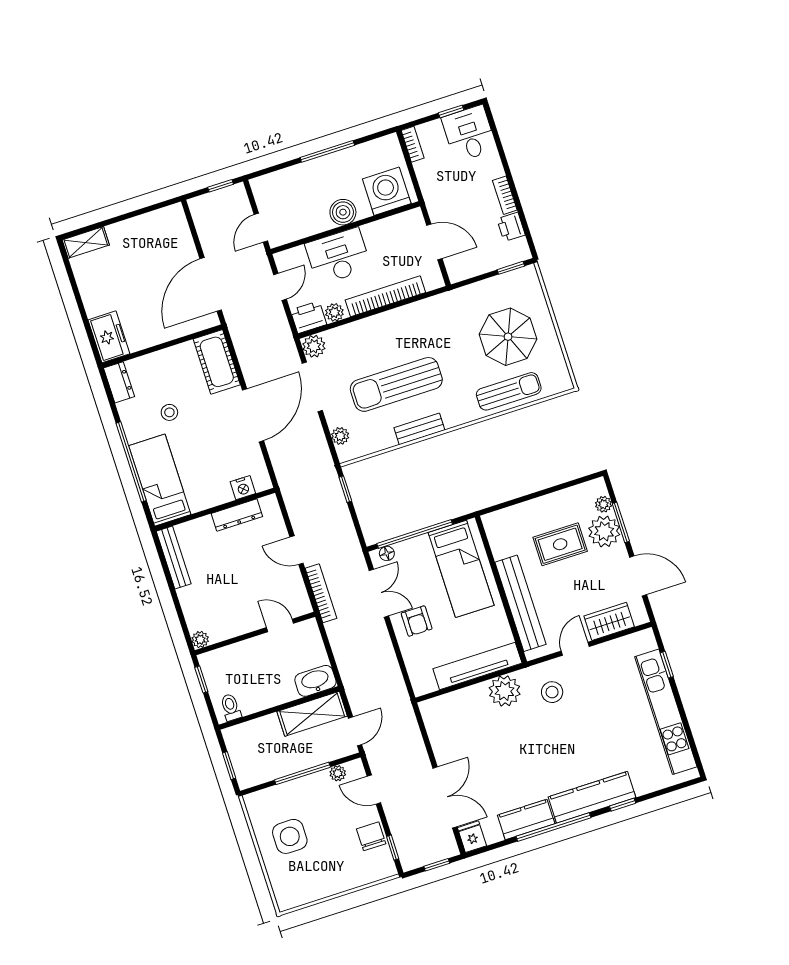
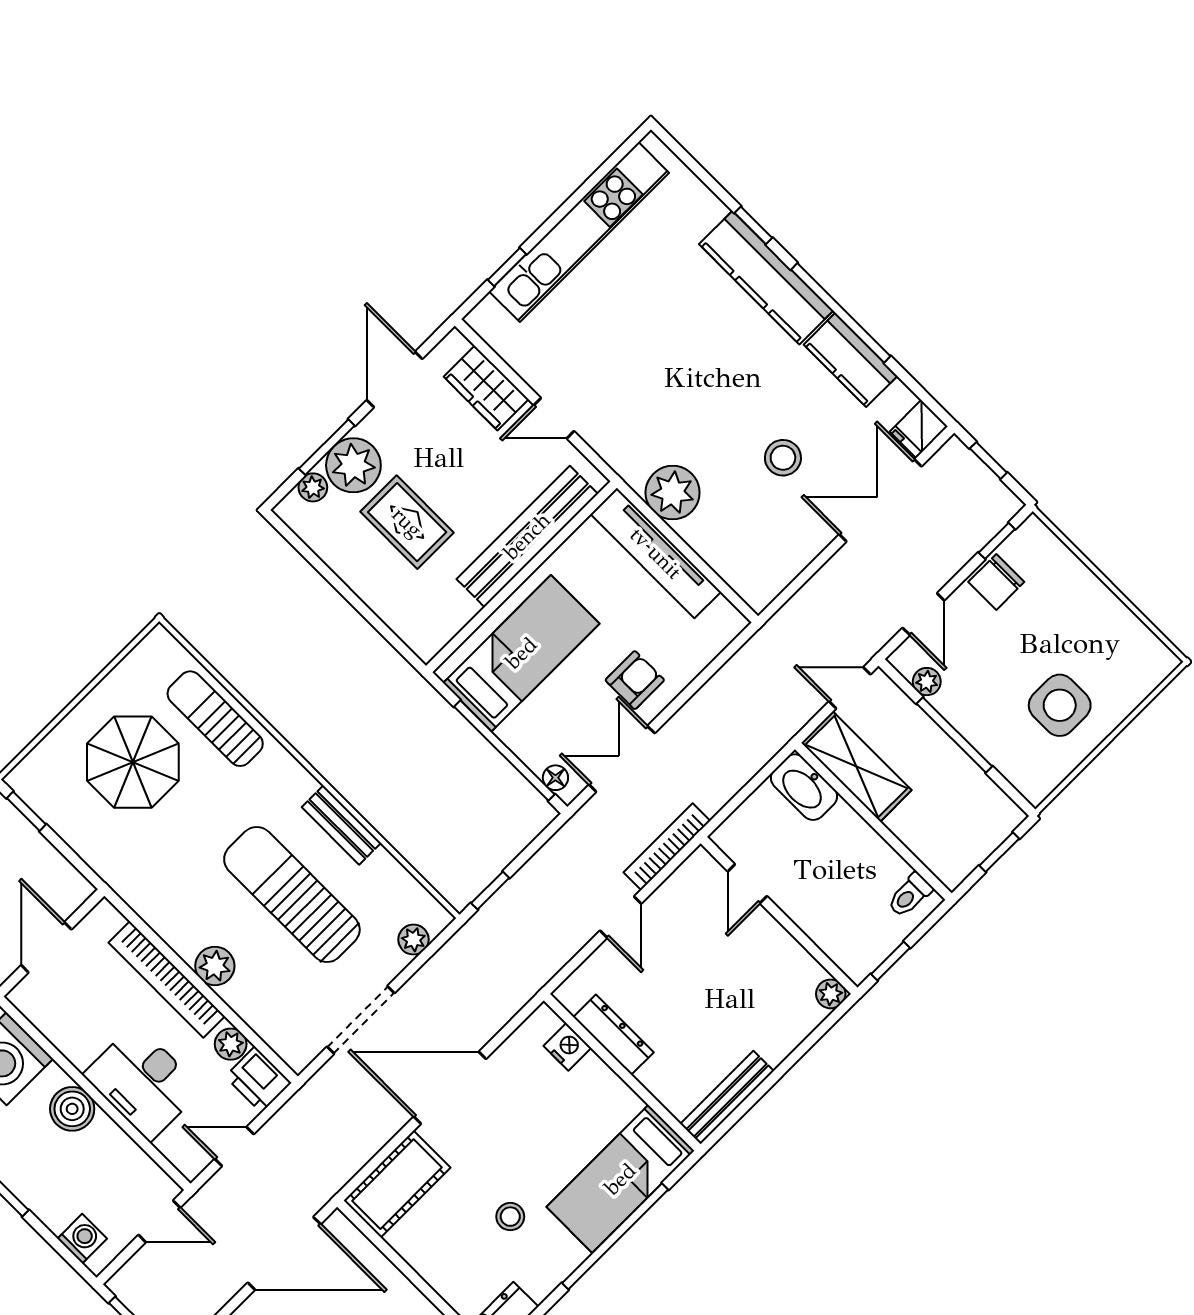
washing machine: (272, 183) -> (82, 1239), added
plant: (314, 346) -> (215, 966), moved
sun lounger: (396, 384) -> (292, 894), turned 180
stool: (552, 692) -> (783, 458), moved

